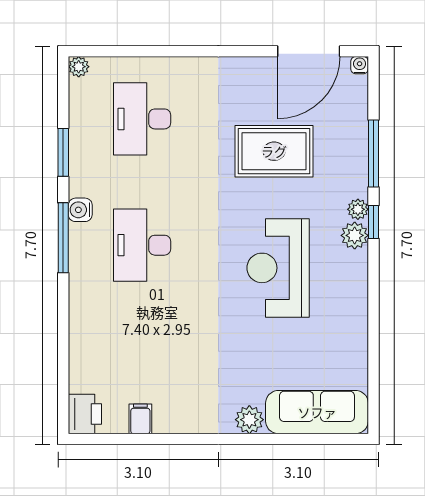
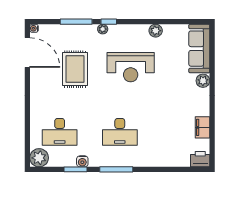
plant: (79, 67) -> (39, 158), width x1.87, depth x1.87
water cooler: (80, 210) -> (82, 161), moved
plant: (355, 235) -> (156, 31), moved
filing cabinet: (140, 419) -> (203, 127), width x2.00

